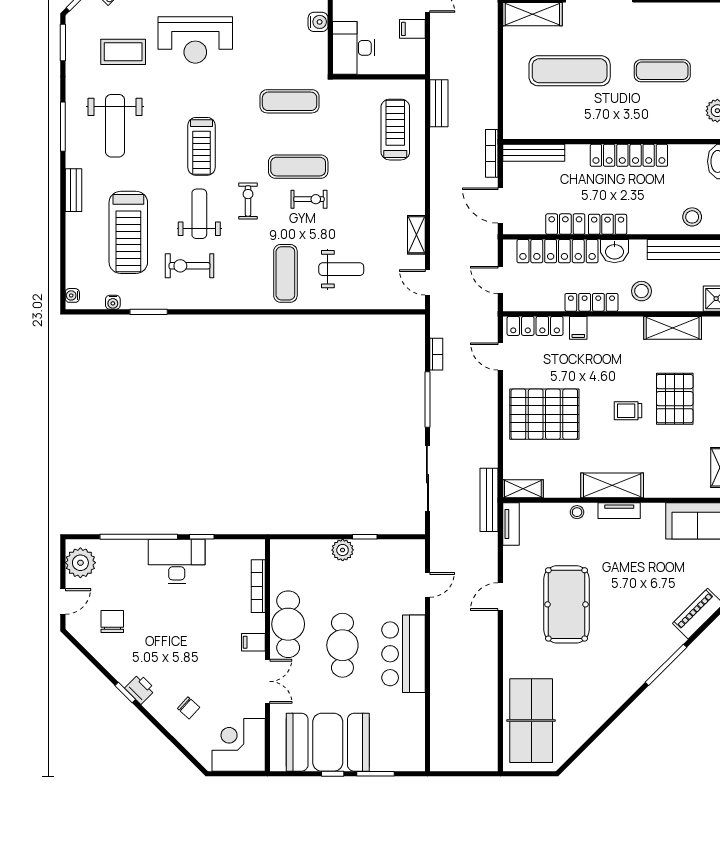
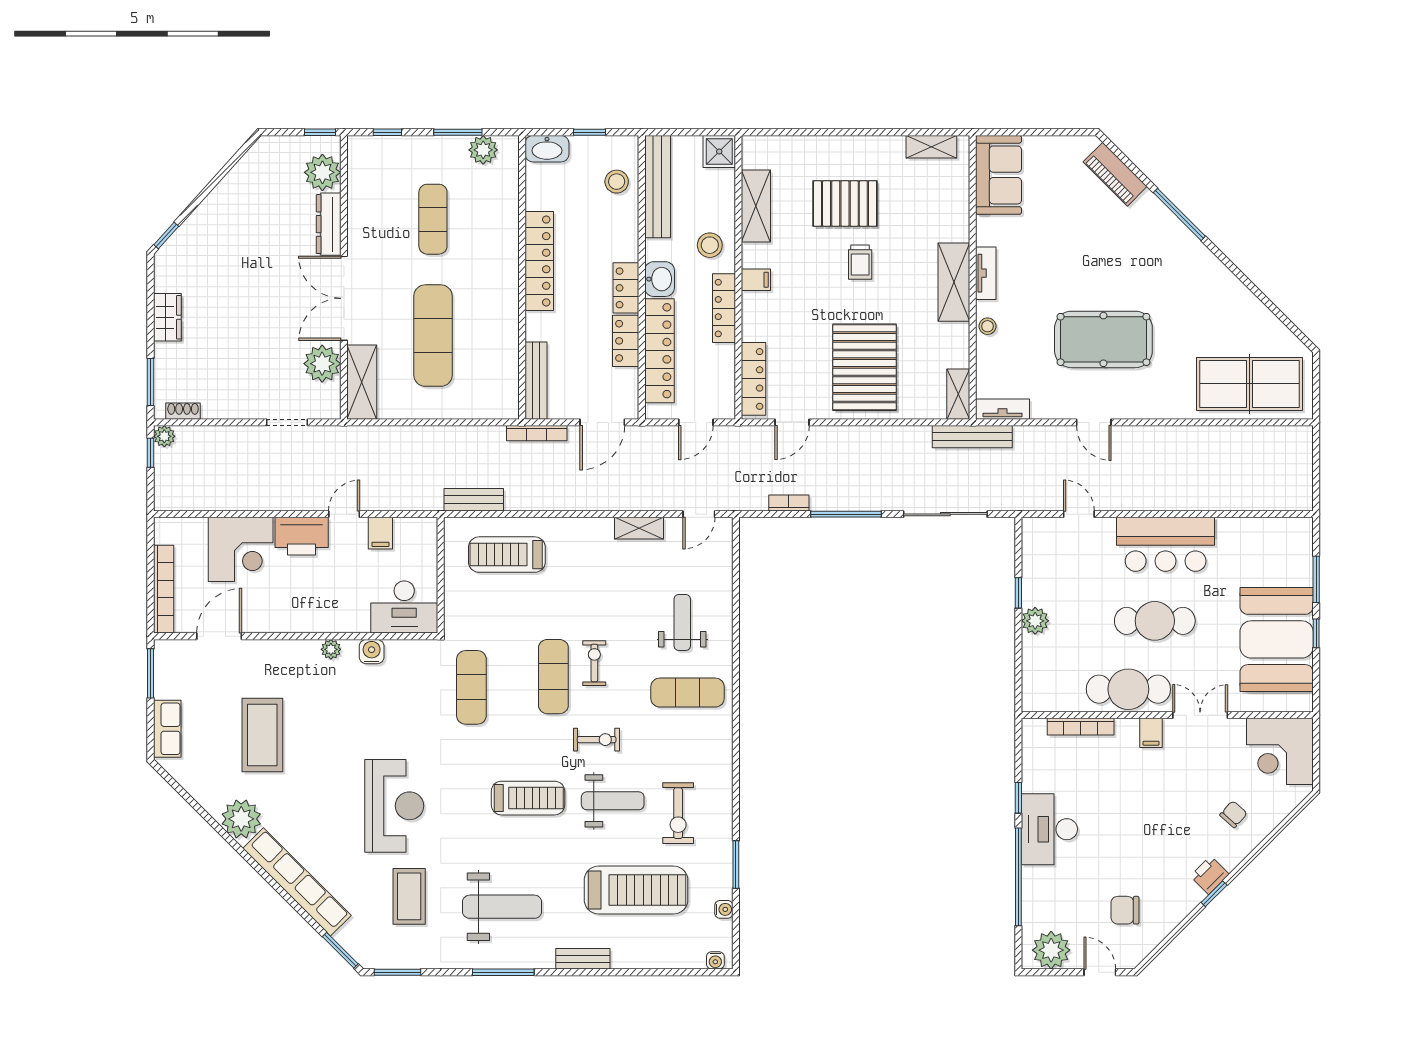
exercise bike: (248, 201) -> (597, 740), turned 180
weight bench: (199, 214) -> (613, 801), turned 180
filing cabinet: (578, 328) -> (756, 280), moved

